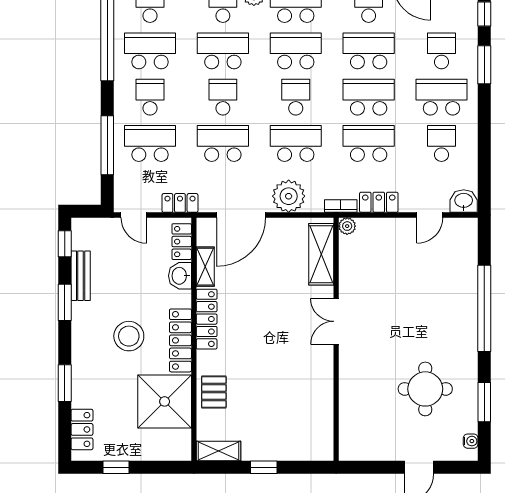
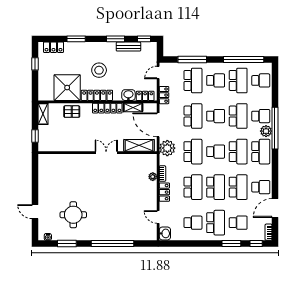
shelving: (321, 254) -> (139, 145), moved
double door: (336, 321) -> (106, 153), moved
wall: (336, 339) -> (97, 153), moved

